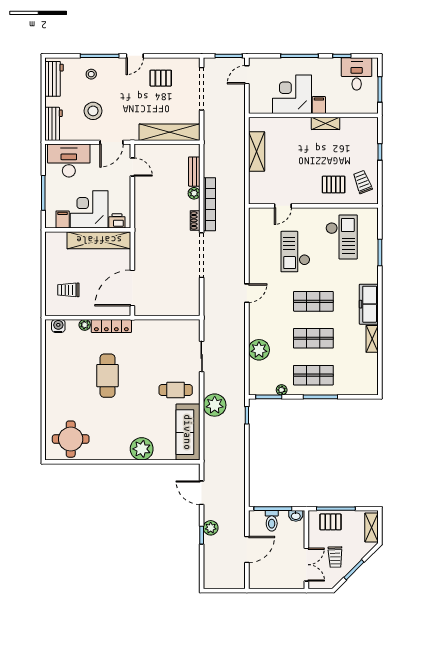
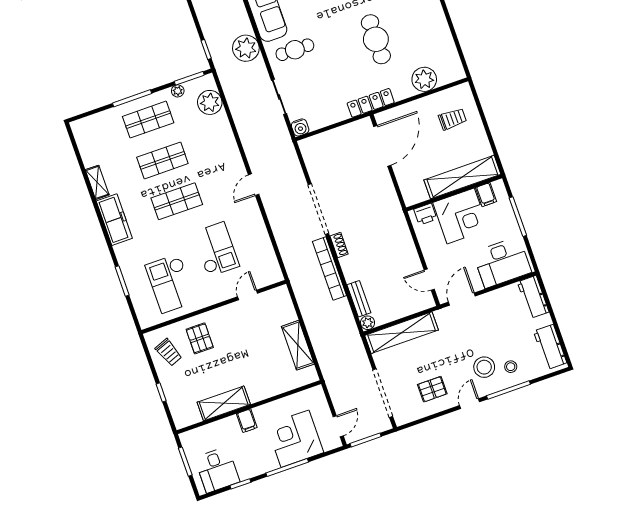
corner desk: (292, 94) -> (295, 439), moved, turned 180
stool: (93, 111) -> (484, 367), moved
shelving: (326, 123) -> (224, 403), width x1.50, depth x1.33
pallet: (334, 185) -> (200, 338), turned 90
plant: (194, 193) -> (368, 323), moved
shelving: (99, 240) -> (462, 177), moved
plant: (85, 325) -> (424, 79), width x1.88, depth x1.88
water cooler: (58, 326) -> (300, 127), moved
locker: (111, 326) -> (371, 103), moved
plant: (259, 350) -> (210, 102), moved

